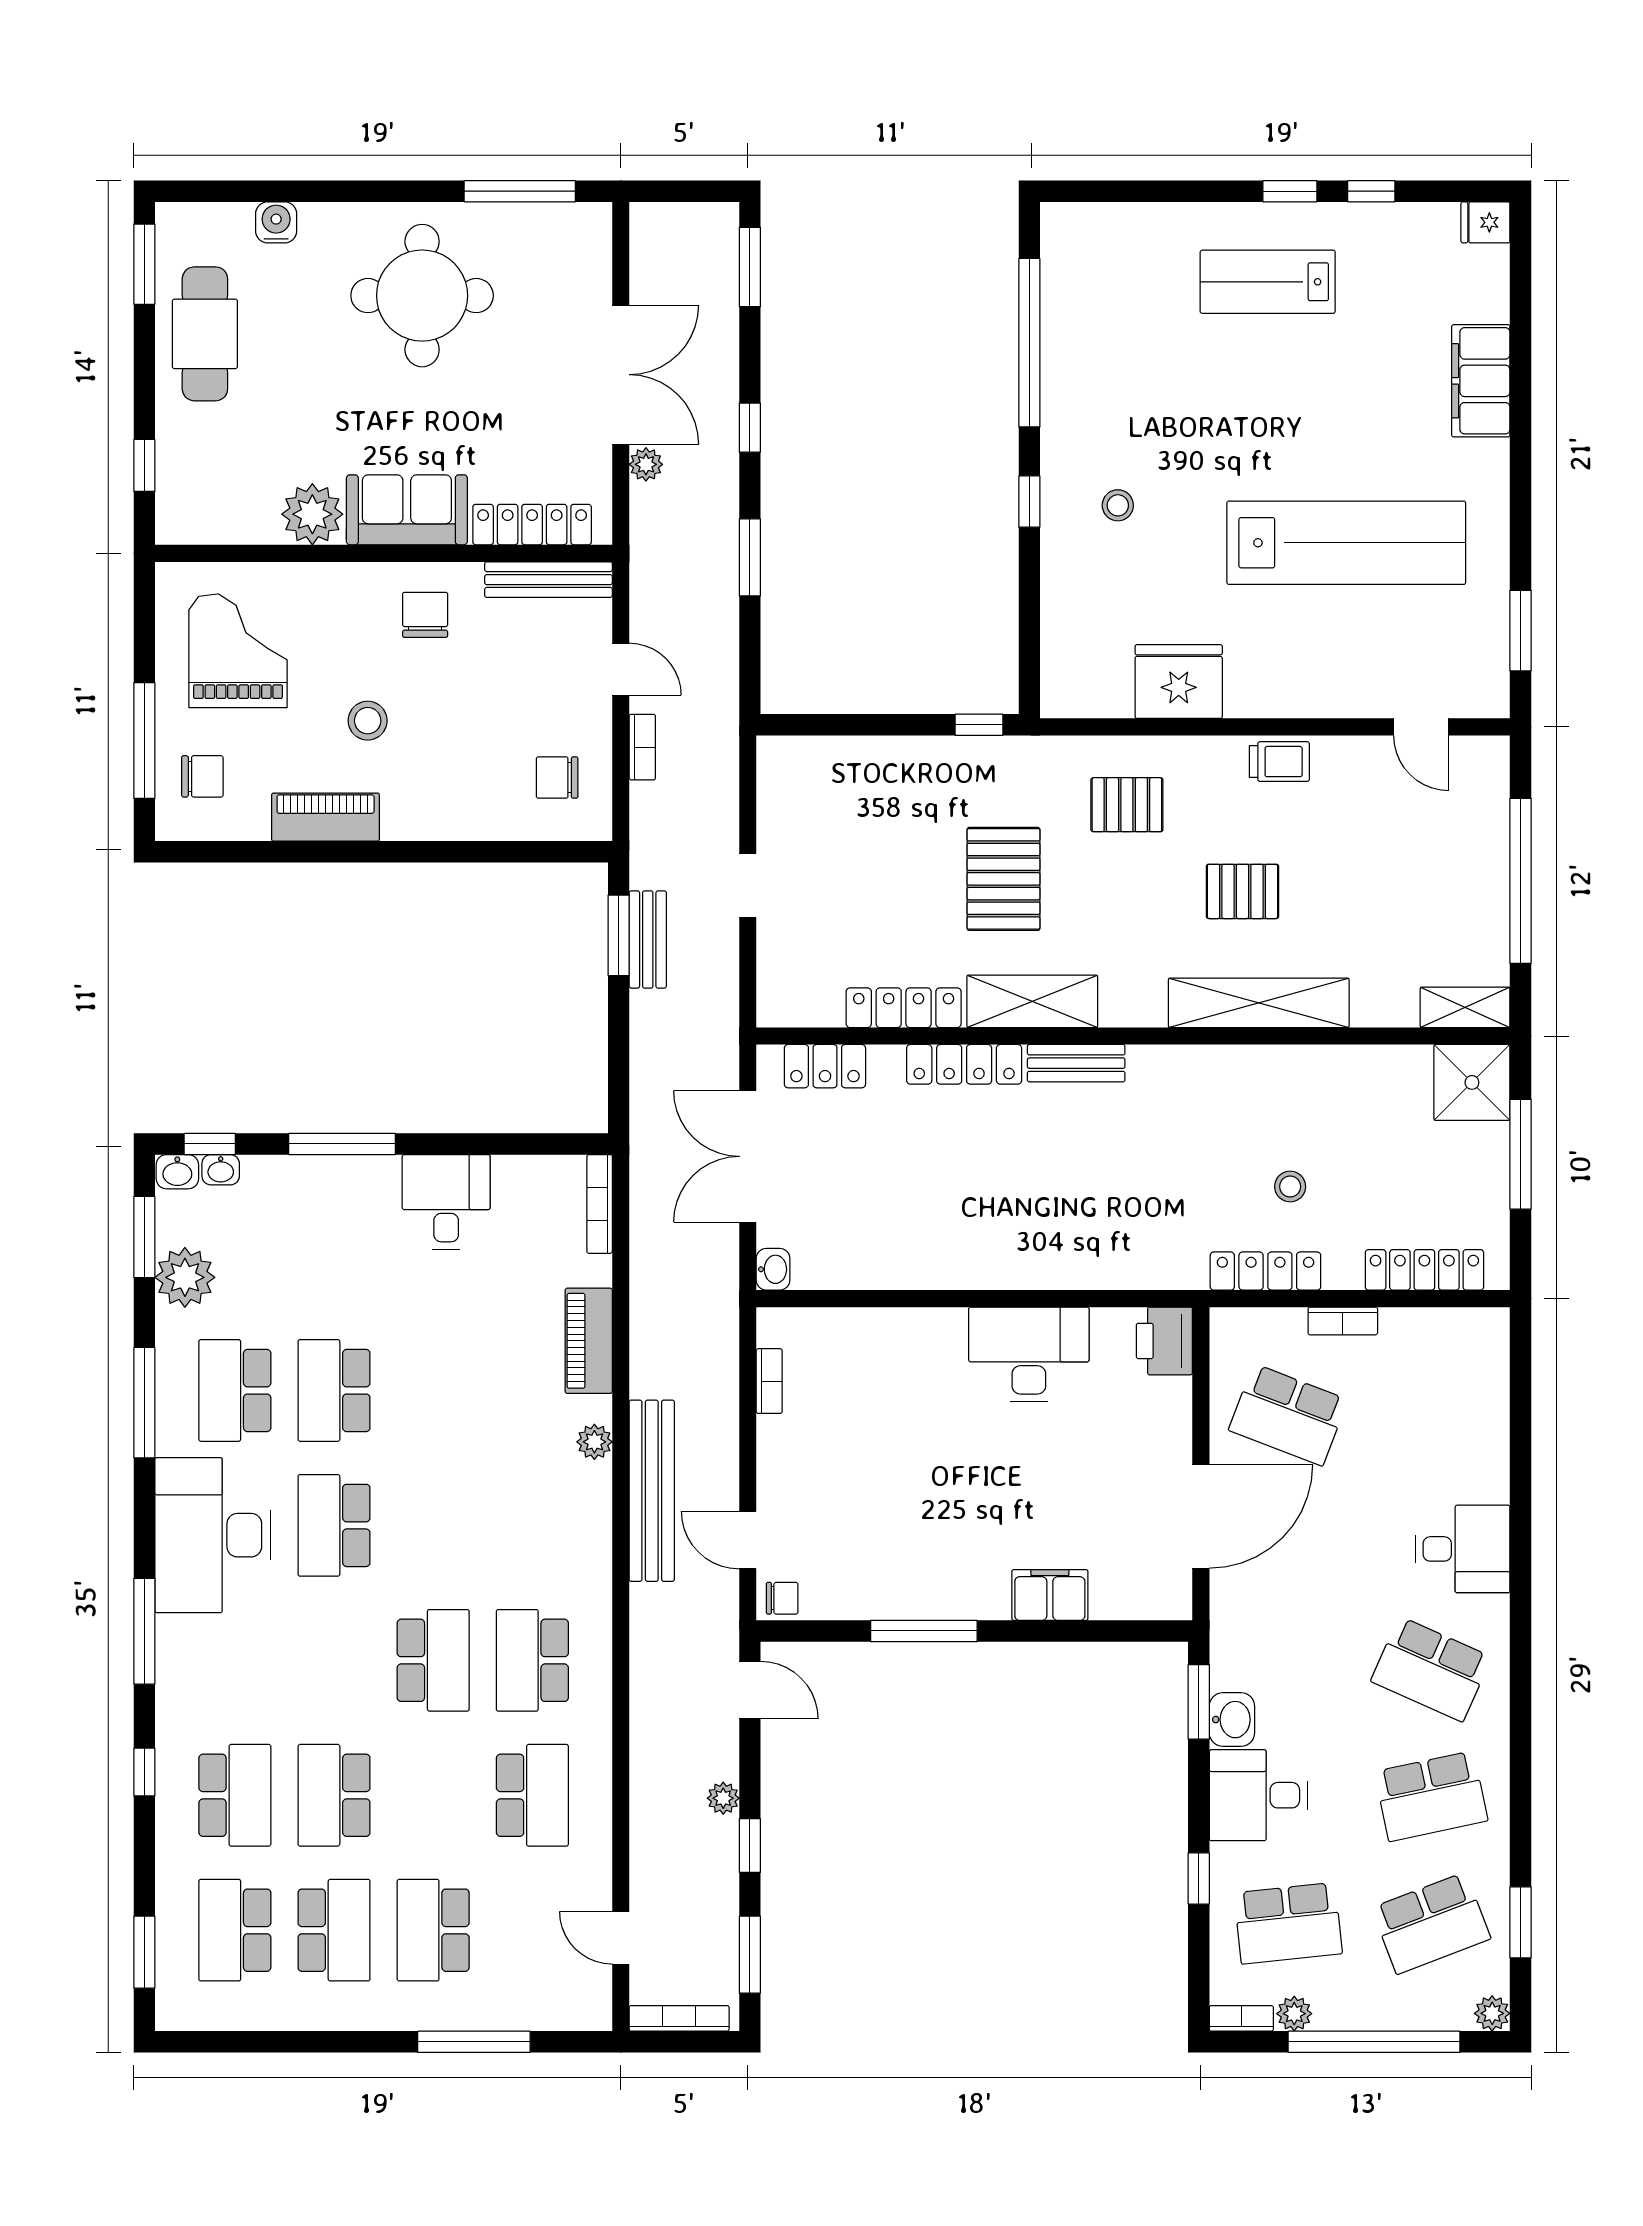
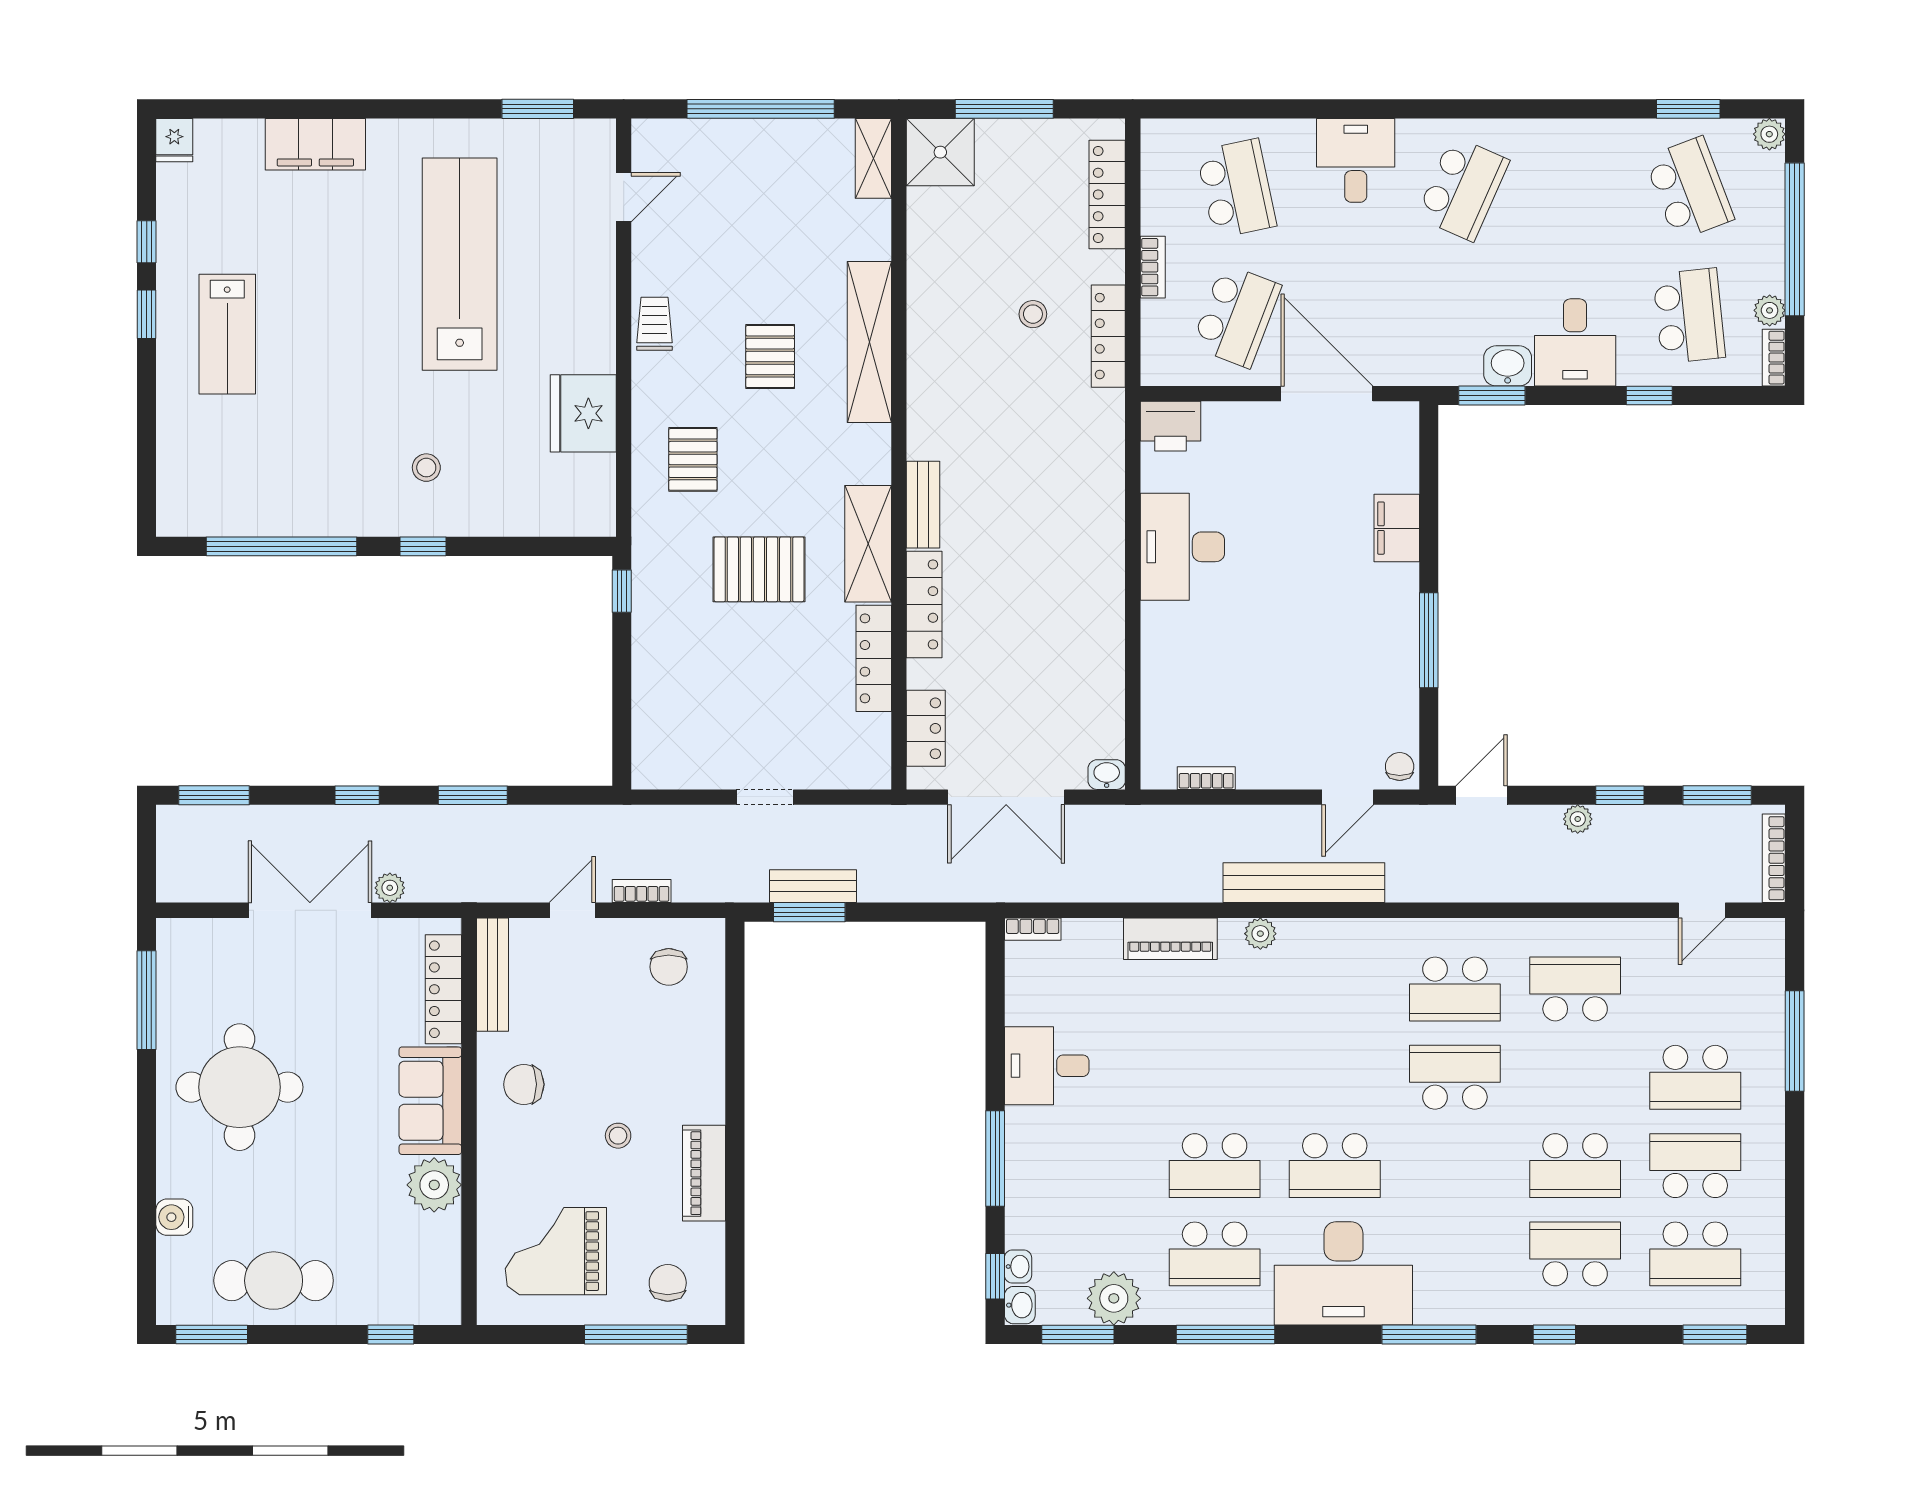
stool: (368, 721) -> (618, 1136), width x0.73, depth x0.73
bookcase: (600, 1204) -> (1033, 929), width x0.64
school desk: (1431, 1796) -> (1236, 189), moved

